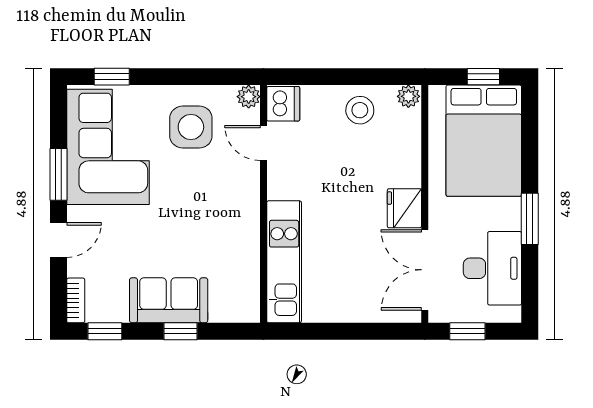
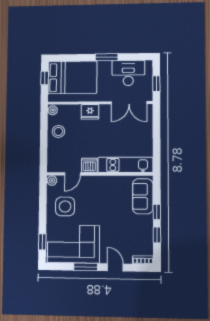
dishwasher: (283, 104) -> (89, 165), moved
fridge: (404, 208) -> (90, 112), moved
sofa: (169, 300) -> (143, 196), moved
window: (105, 331) -> (157, 235), moved

